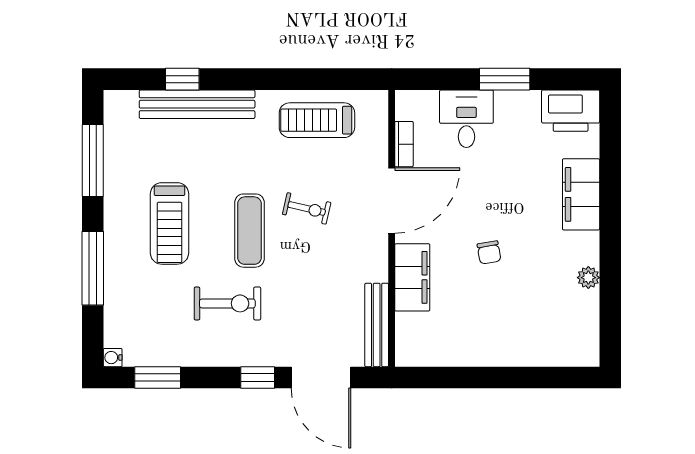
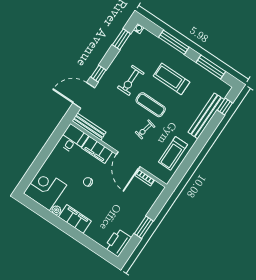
window: (182, 79) -> (225, 106), moved
desk: (466, 119) -> (73, 139), moved, turned -90
treadmill: (317, 120) -> (173, 153), turned 180
filing cabinet: (581, 194) -> (75, 219), moved
corner desk: (562, 329) -> (45, 189), added

